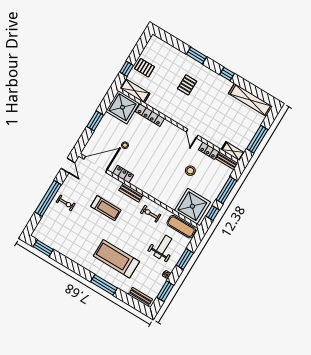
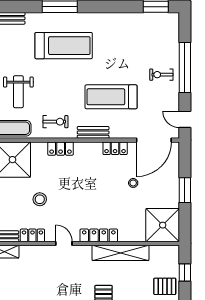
shelving: (135, 91) -> (120, 253), moved, width x1.47
locker: (150, 115) -> (99, 235), moved
locker: (158, 195) -> (61, 149), added
treadmill: (106, 208) -> (111, 97), width x1.37, depth x1.38

